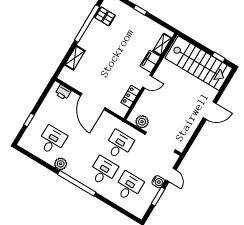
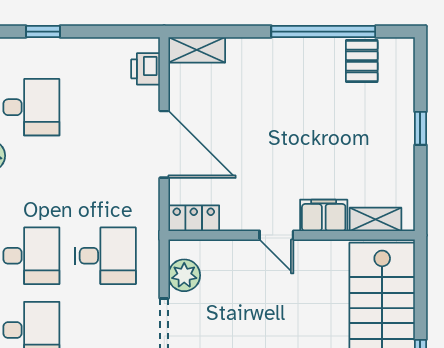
shelving: (75, 58) -> (197, 50), moved
locker: (130, 97) -> (194, 218), moved
door: (93, 102) -> (164, 144), swing flipped

